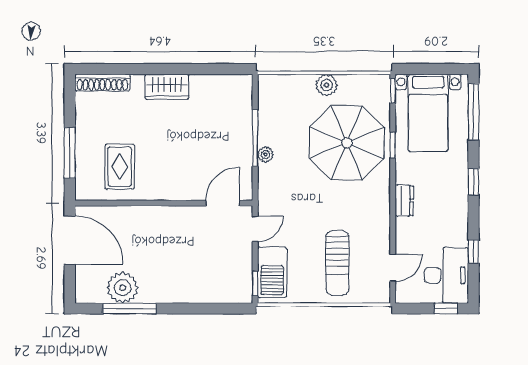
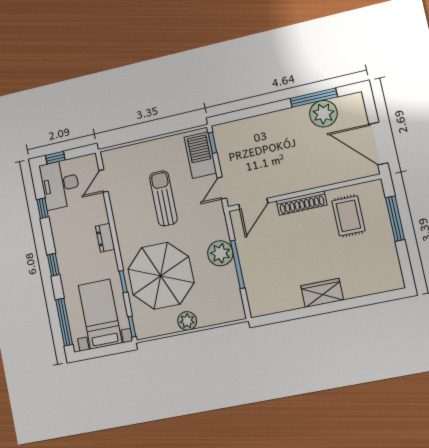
shoe rack: (102, 83) -> (302, 203), moved, turned 180
plant: (265, 155) -> (220, 253), width x1.88, depth x1.88
sun lounger: (337, 263) -> (163, 198), moved

